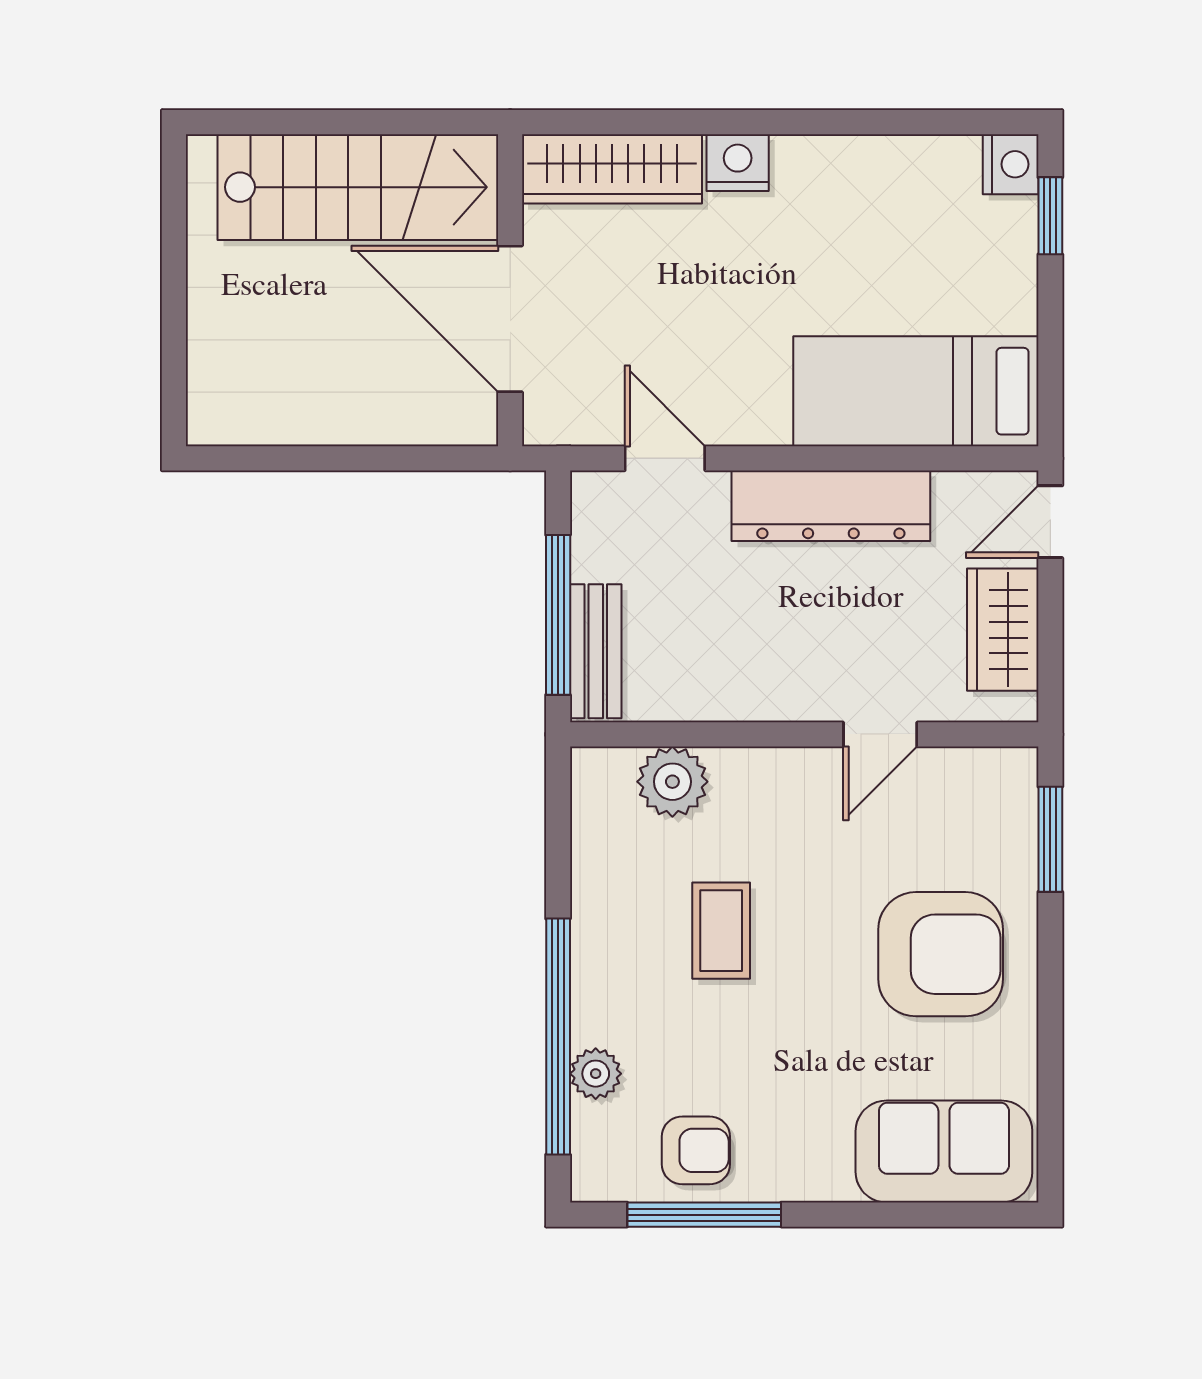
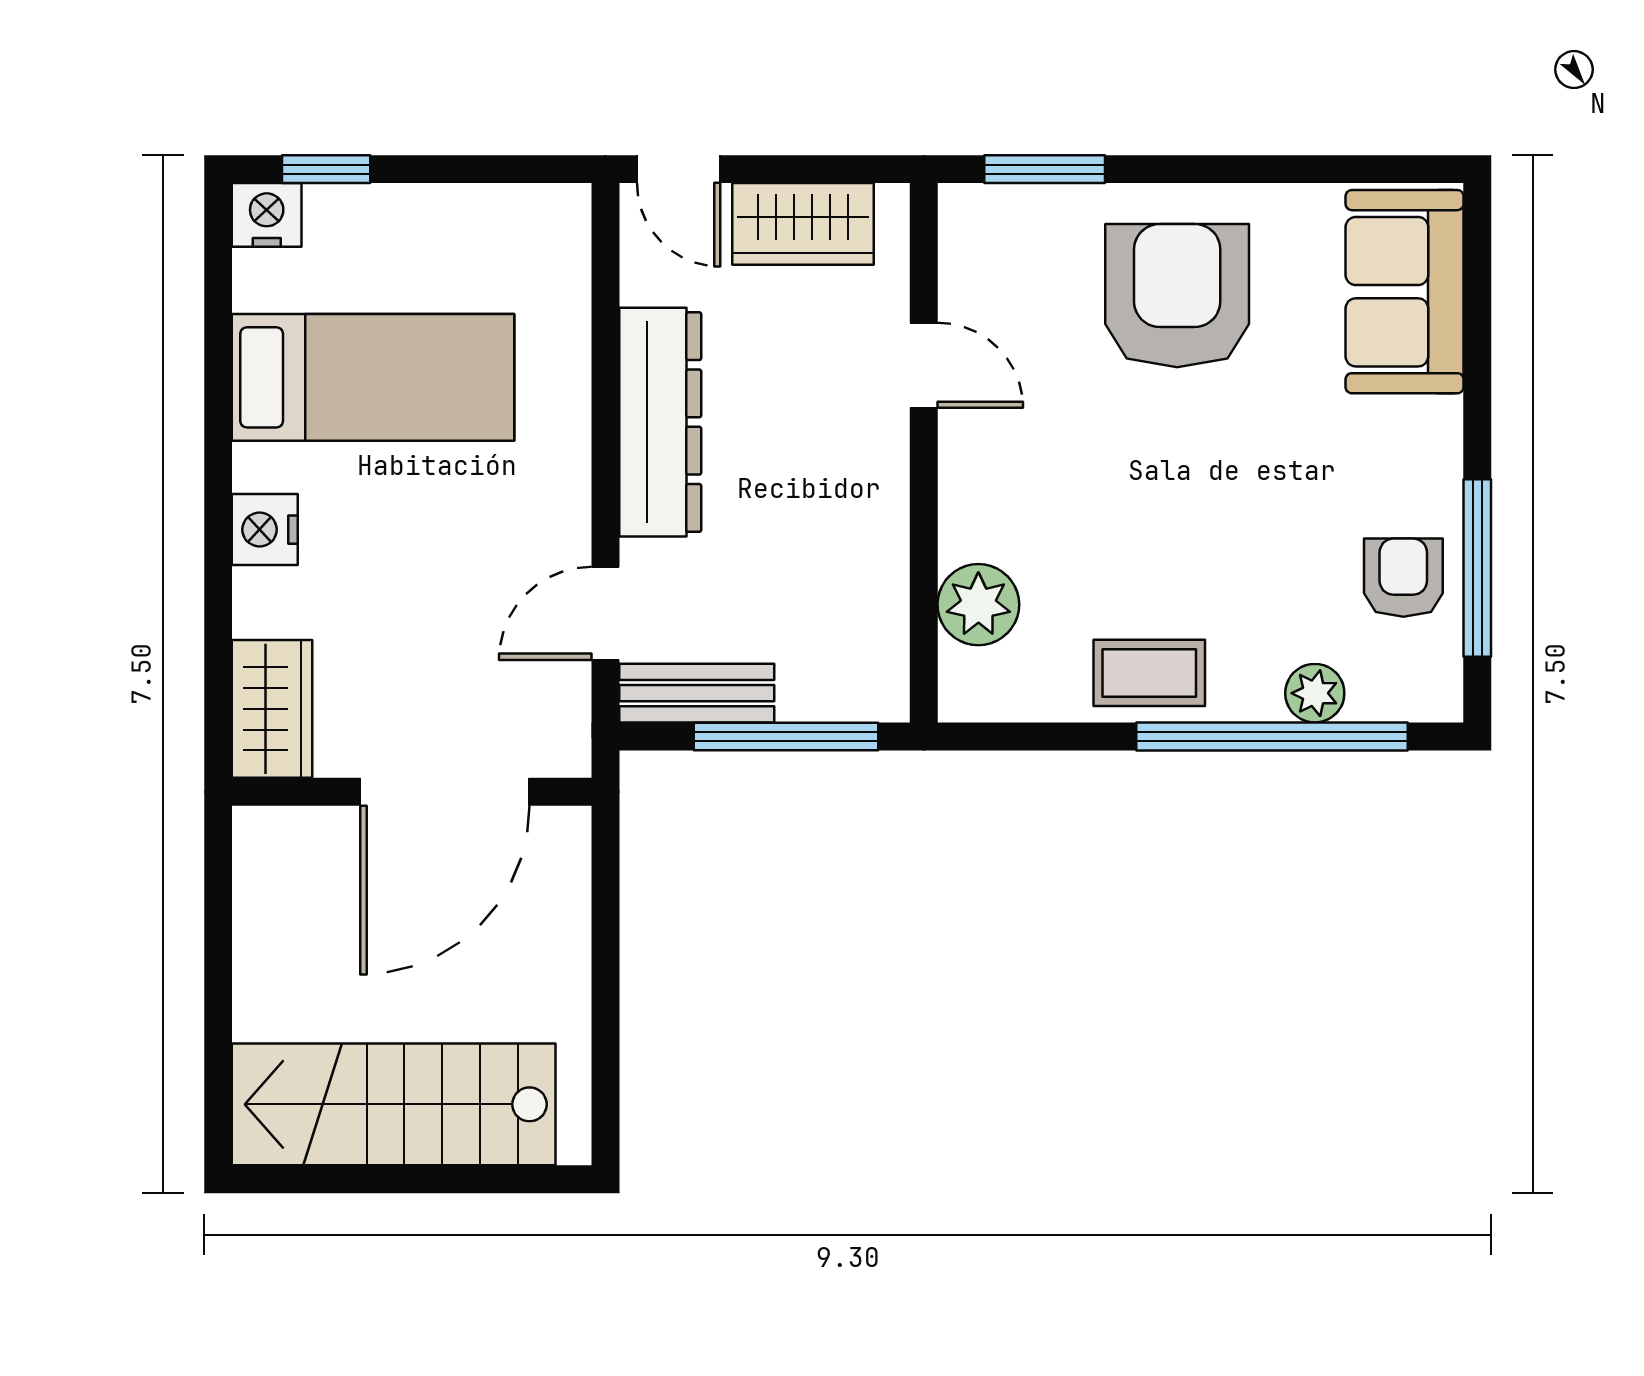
wardrobe: (612, 169) -> (272, 709), width x0.67
stairs: (358, 187) -> (394, 1104), moved, turned -90
bed: (916, 391) -> (373, 377), moved, turned -90
bench: (596, 651) -> (697, 693), moved
coffee table: (721, 931) -> (1149, 673), moved

